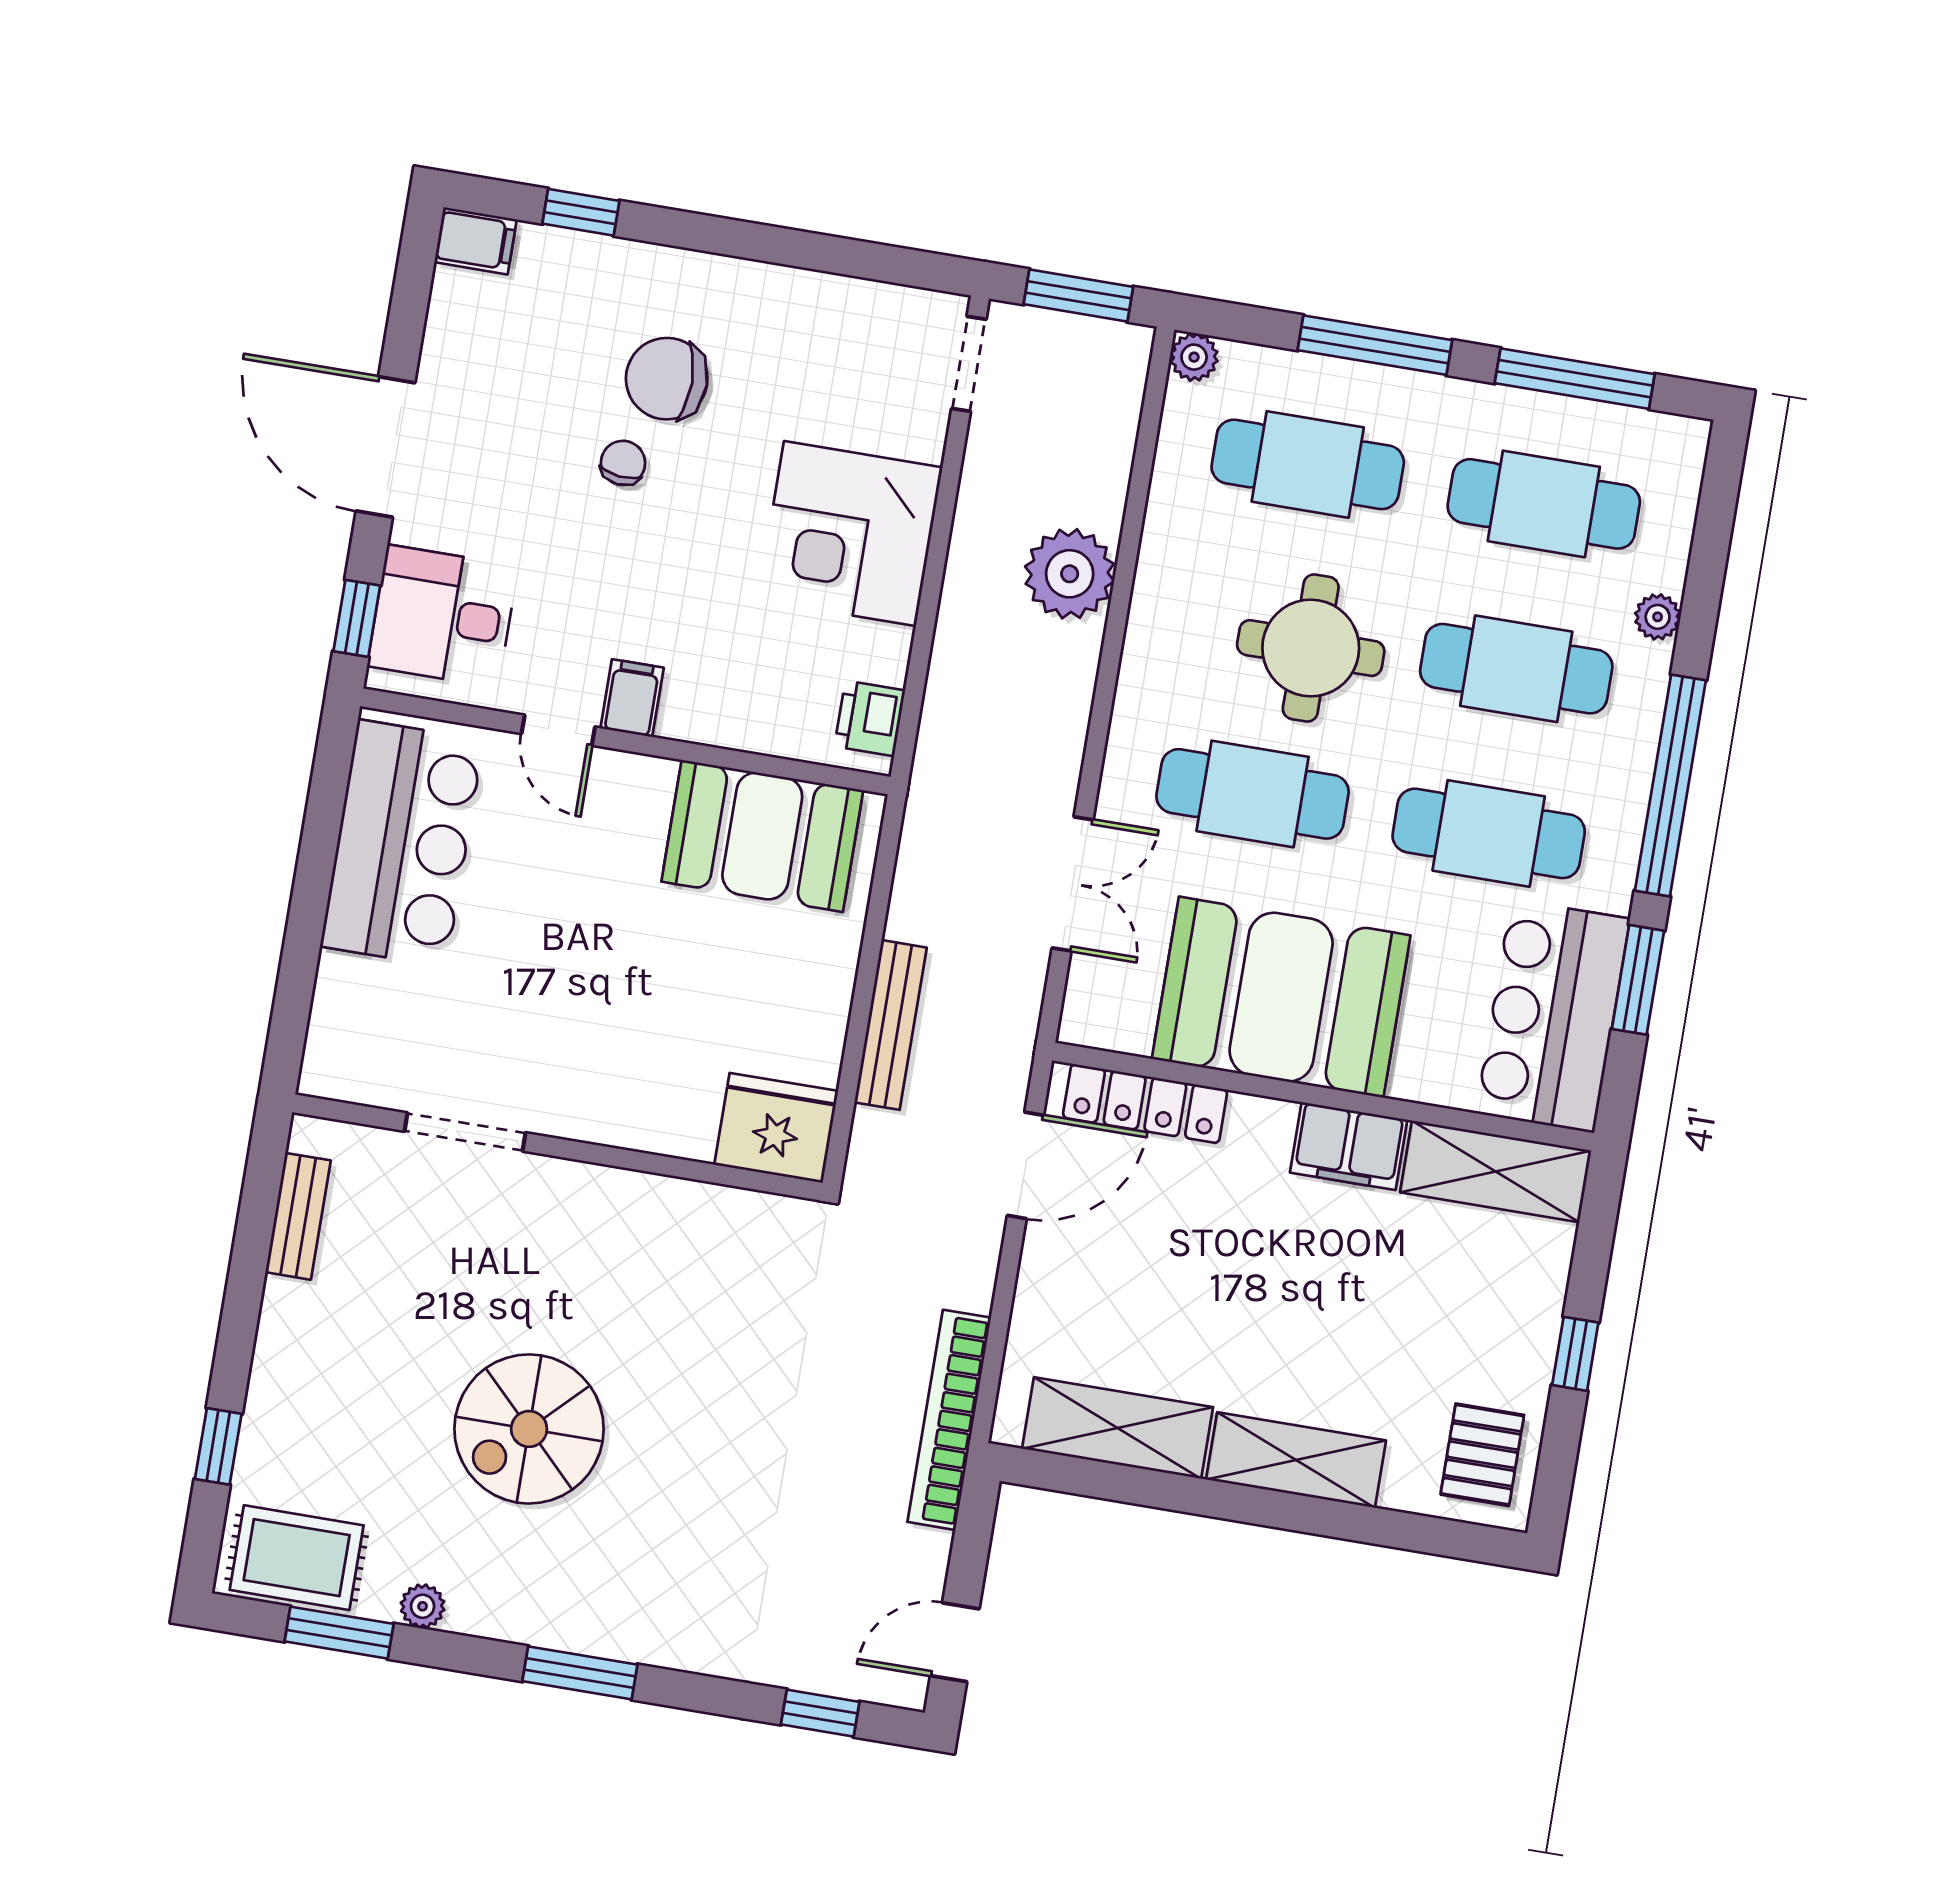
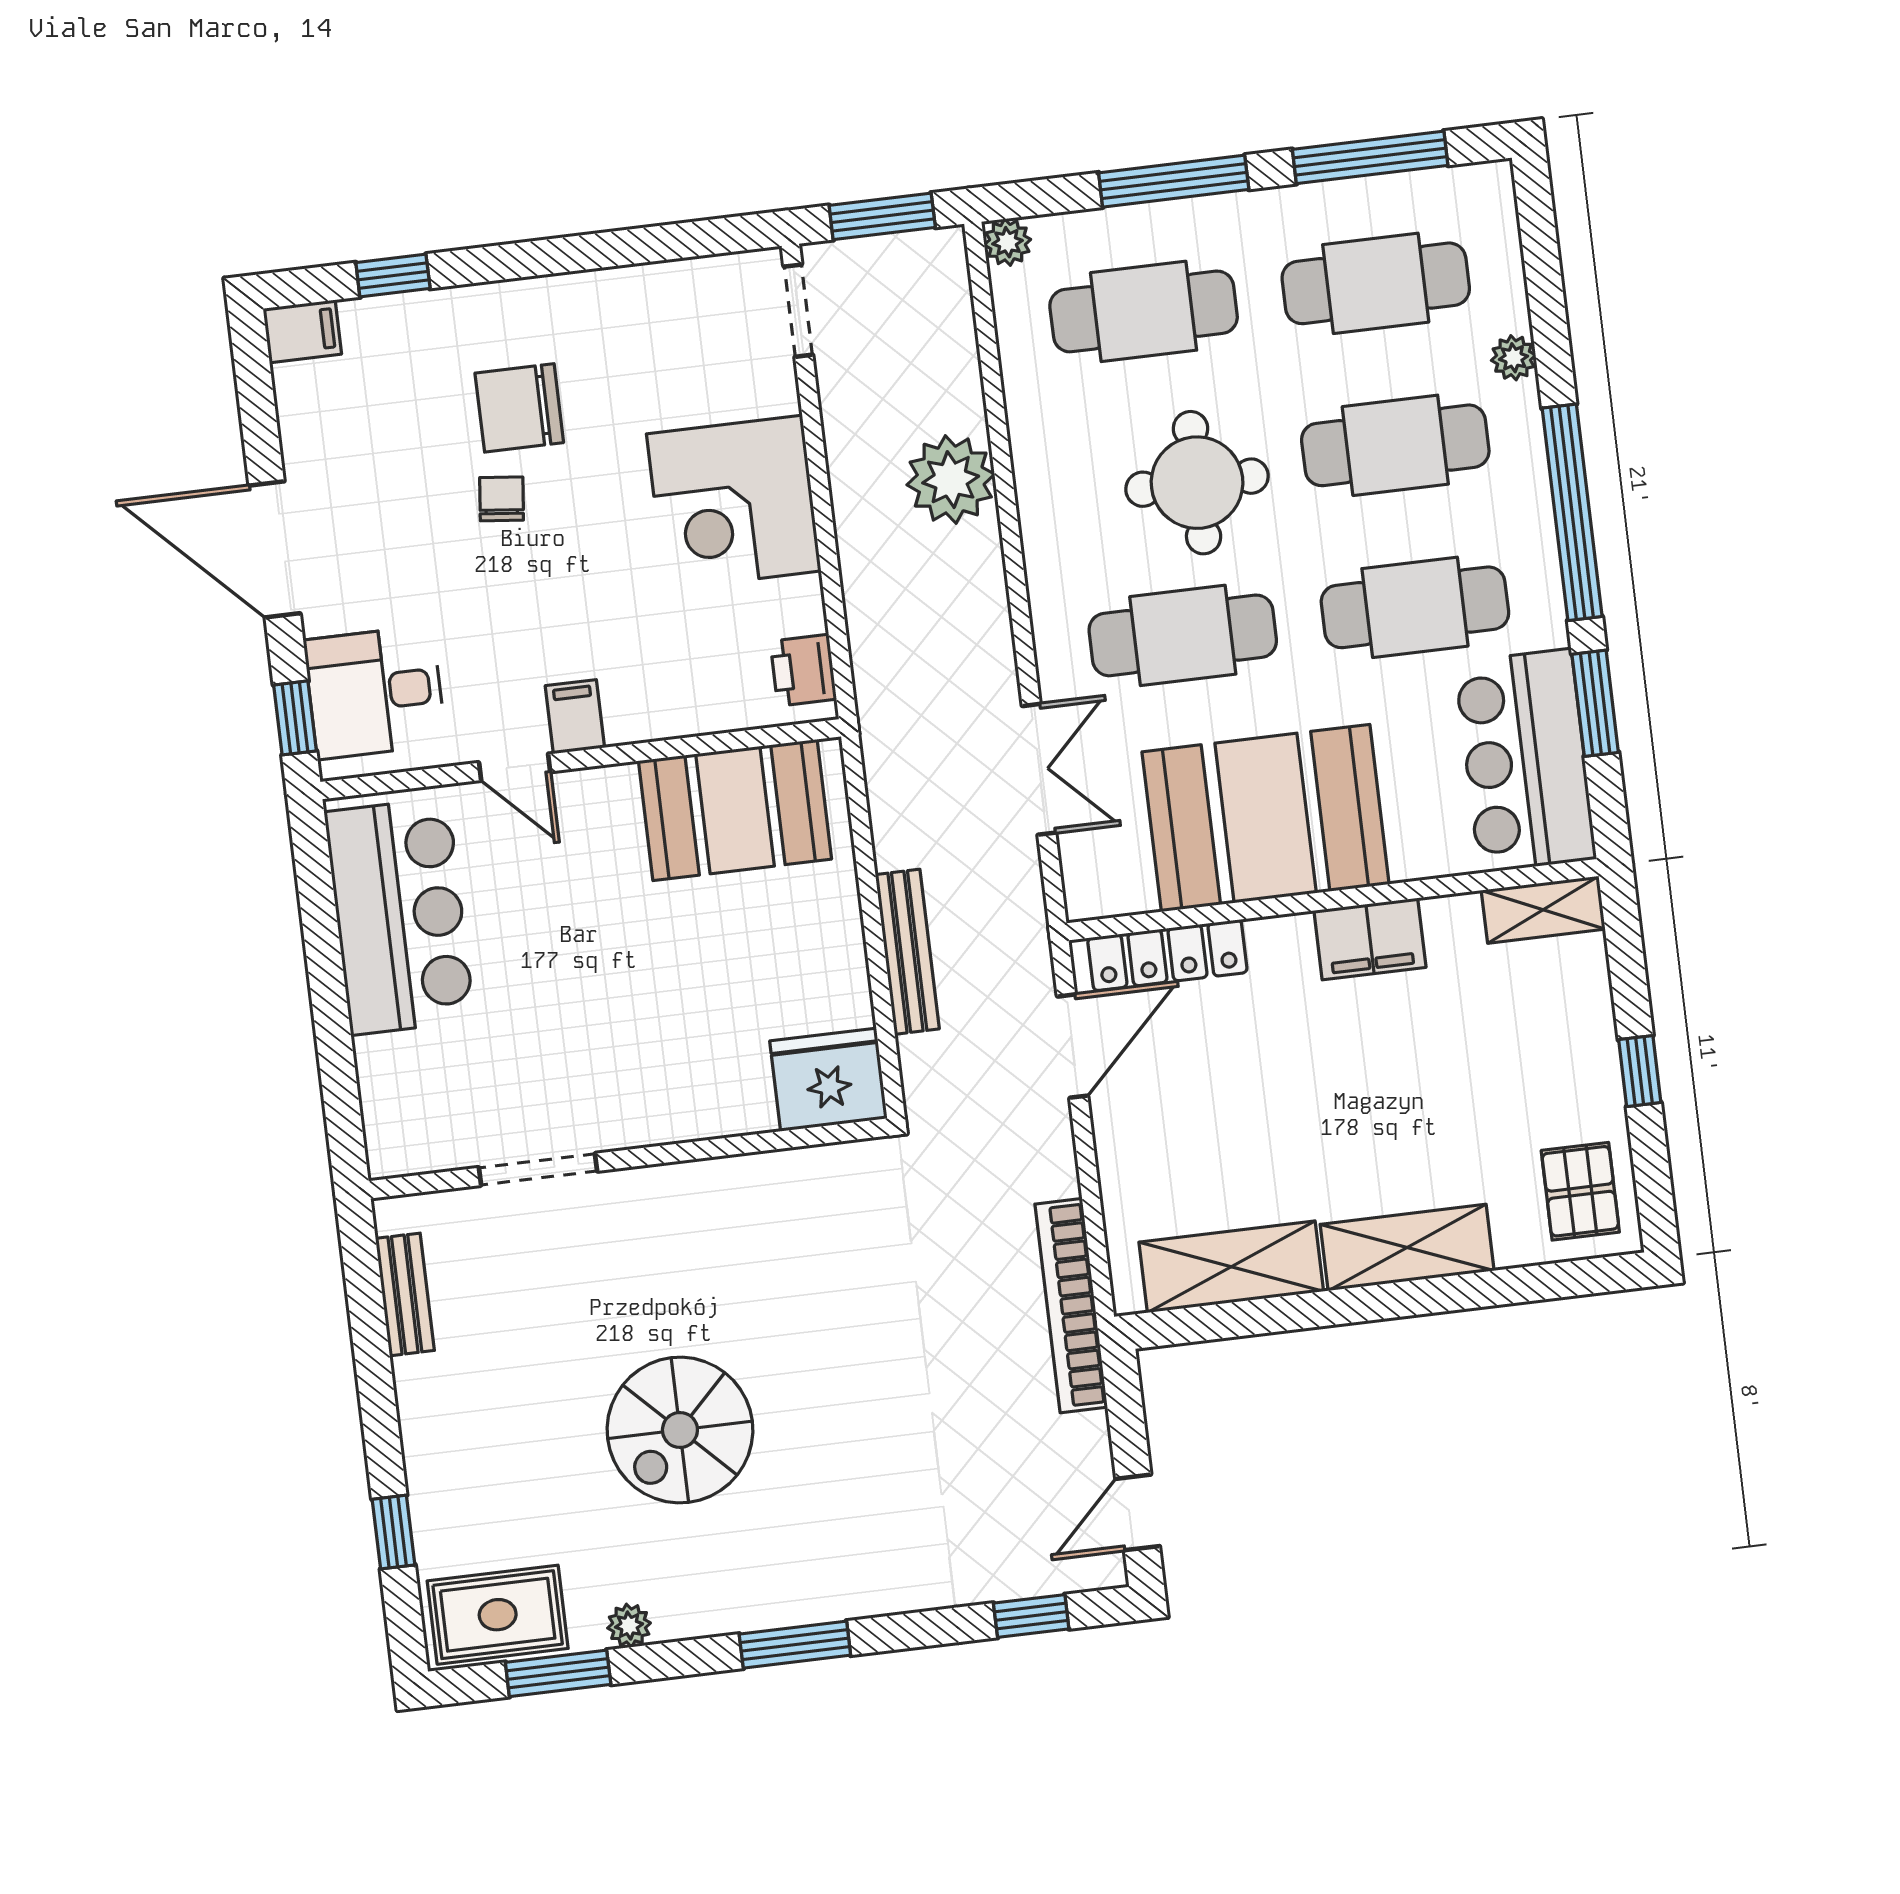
shelving: (1496, 1171) -> (1543, 910), width x0.67, depth x0.75

